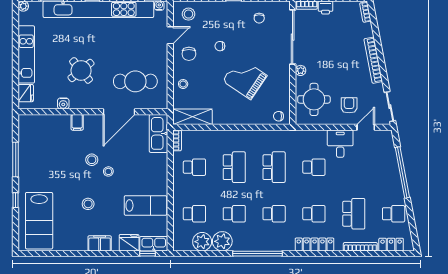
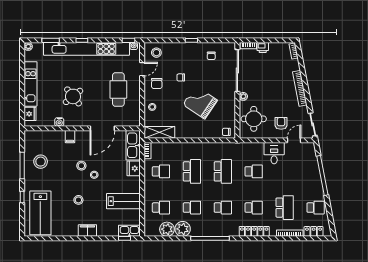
cafe table: (135, 81) -> (118, 89), moved, turned 90
stool: (39, 154) -> (41, 162), added
fridge: (129, 243) -> (134, 168), moved, turned -90

